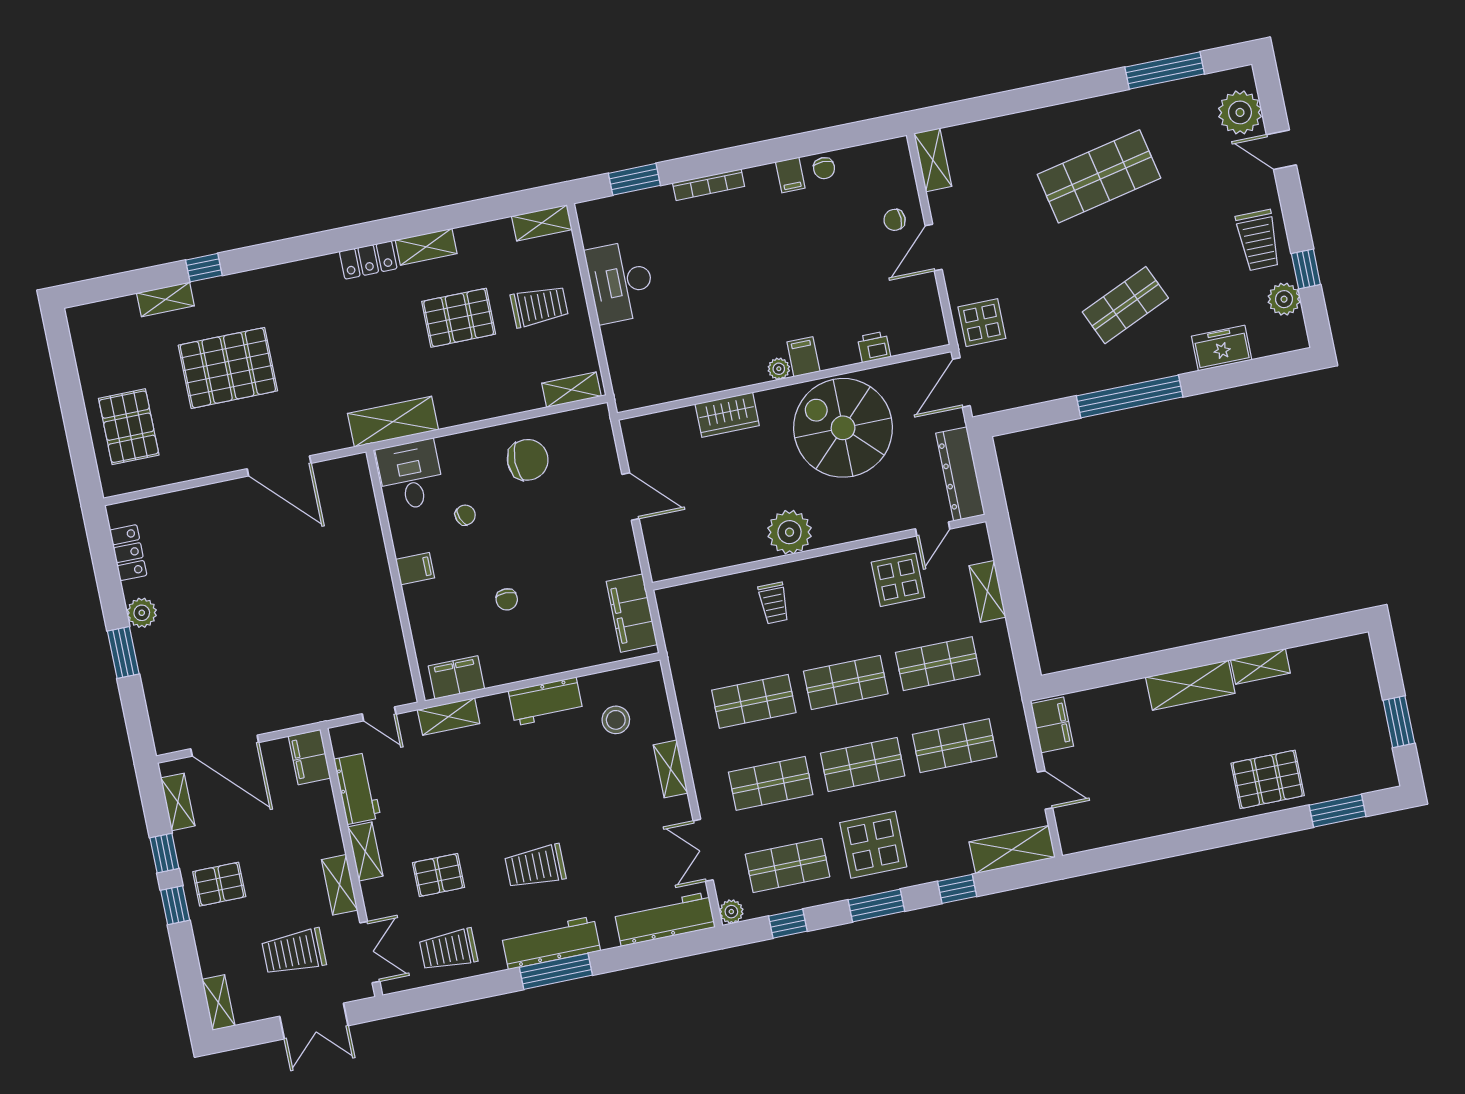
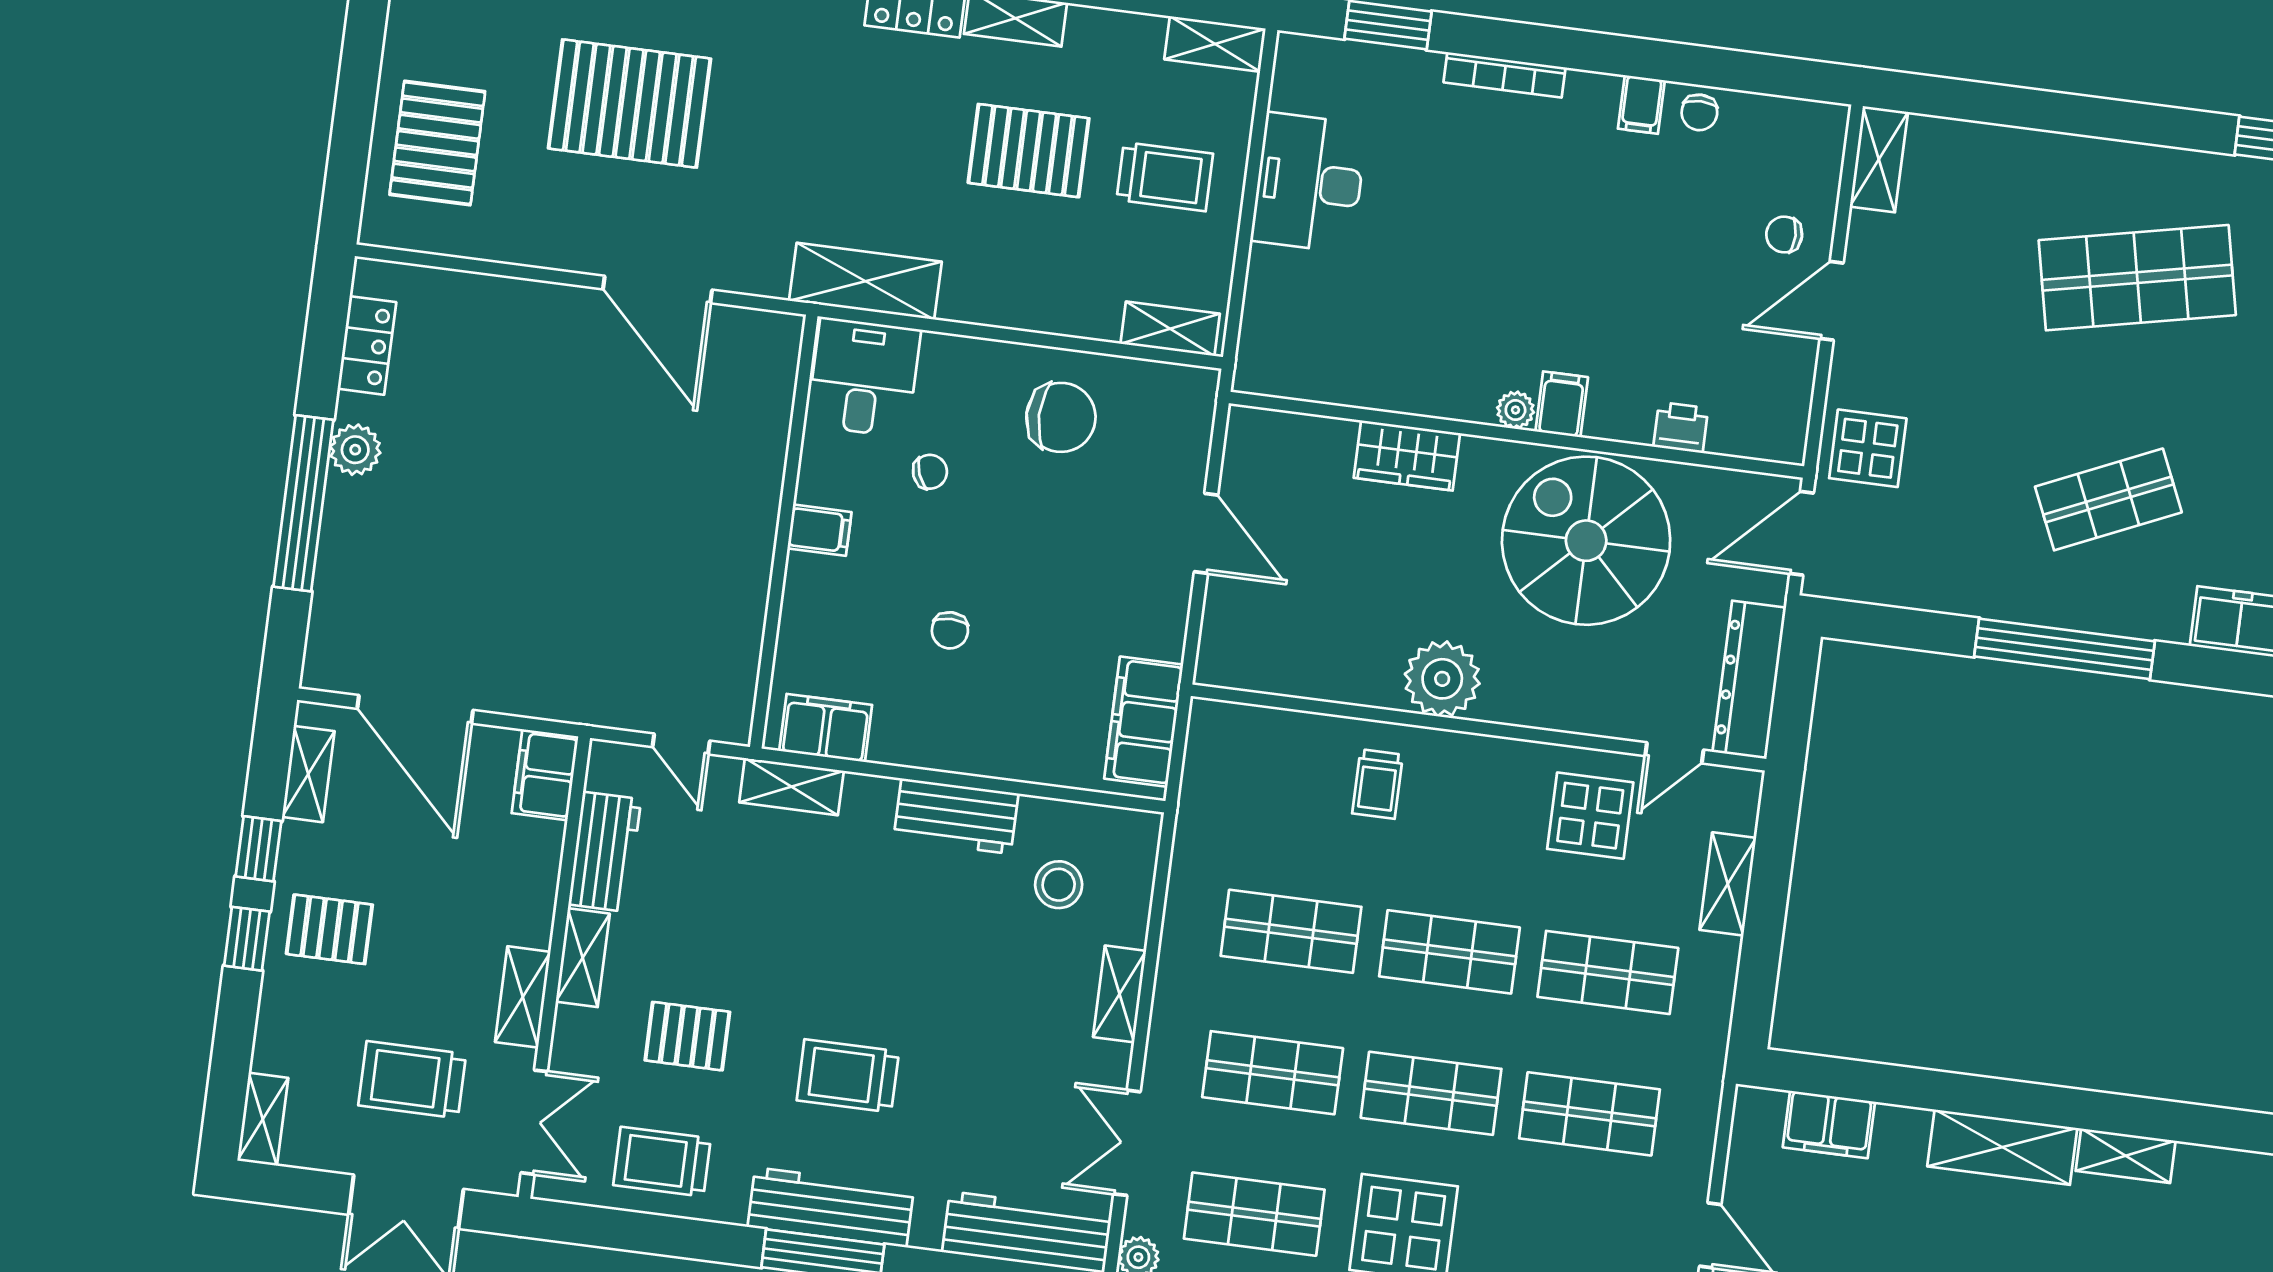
window: (123, 652) -> (303, 503), width x2.11
filing cabinet: (1052, 725) -> (1829, 1124), moved, turned 90

